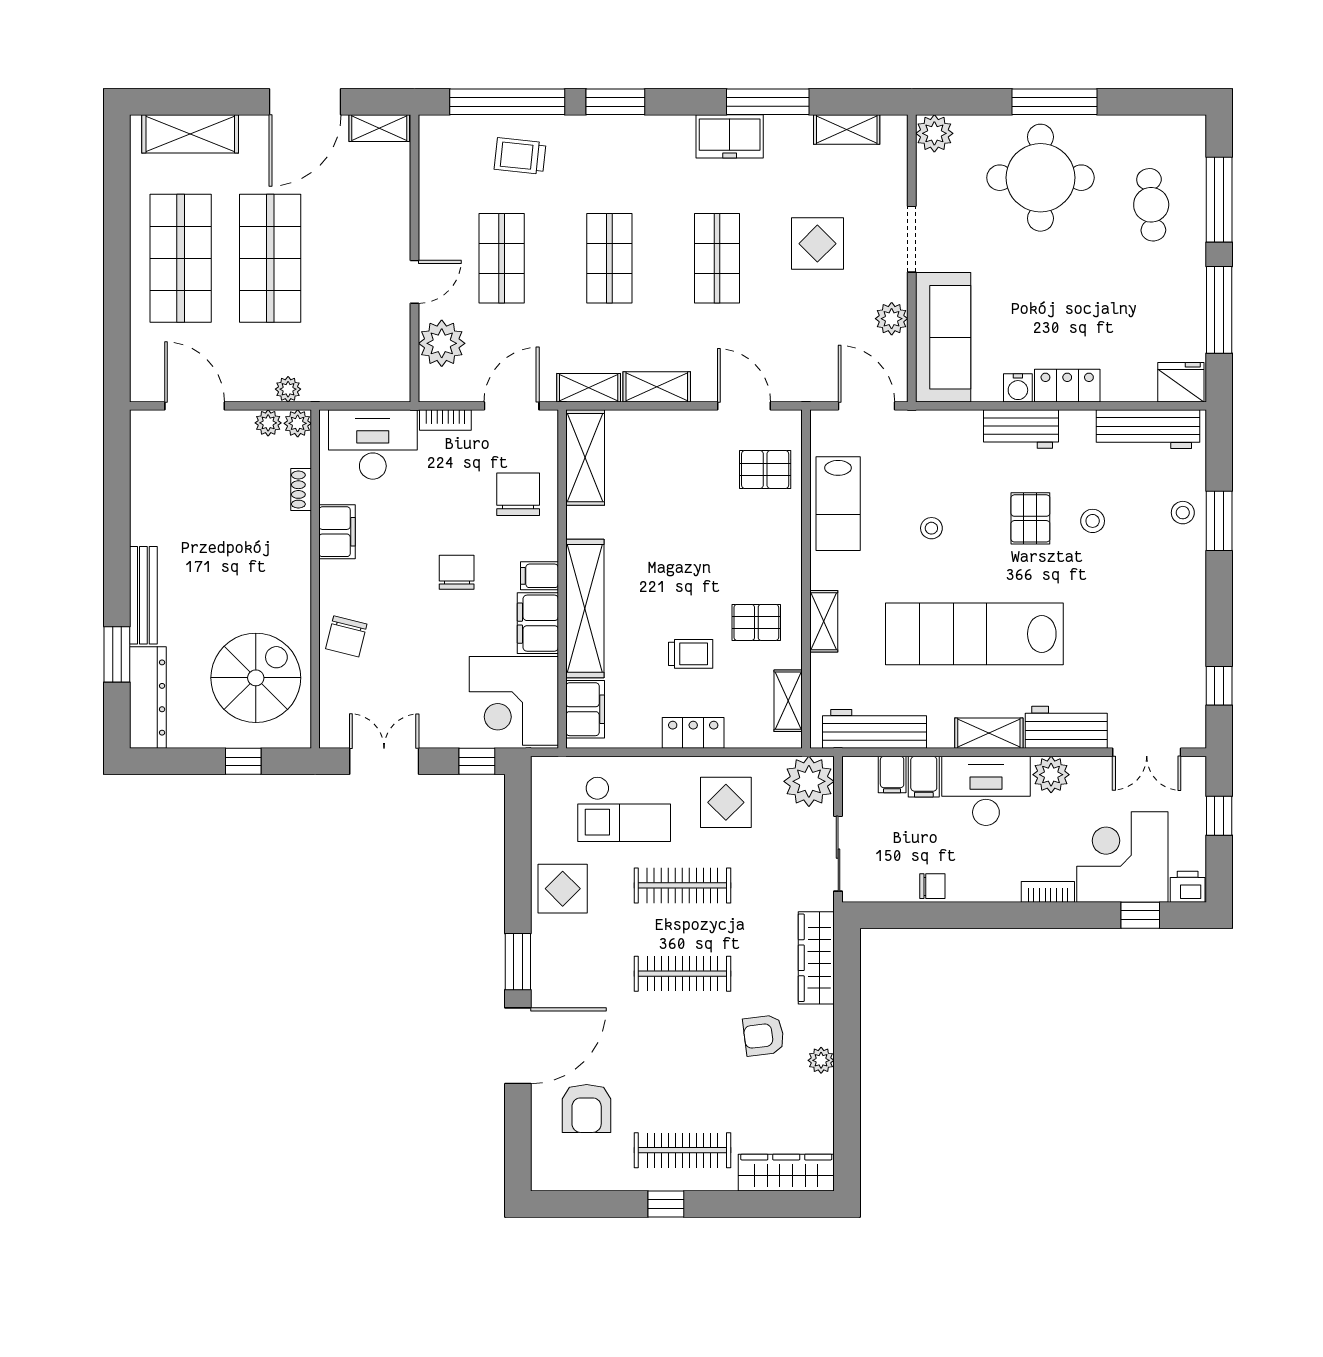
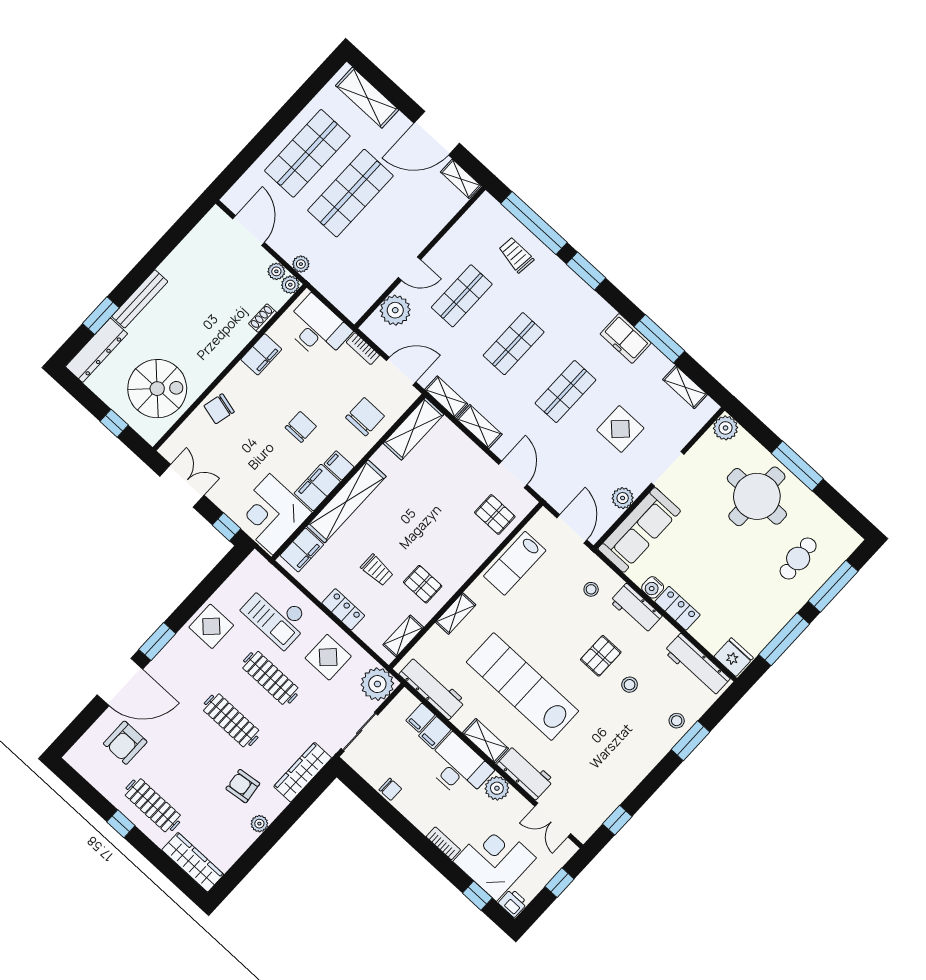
stool: (931, 528) -> (591, 589), moved

